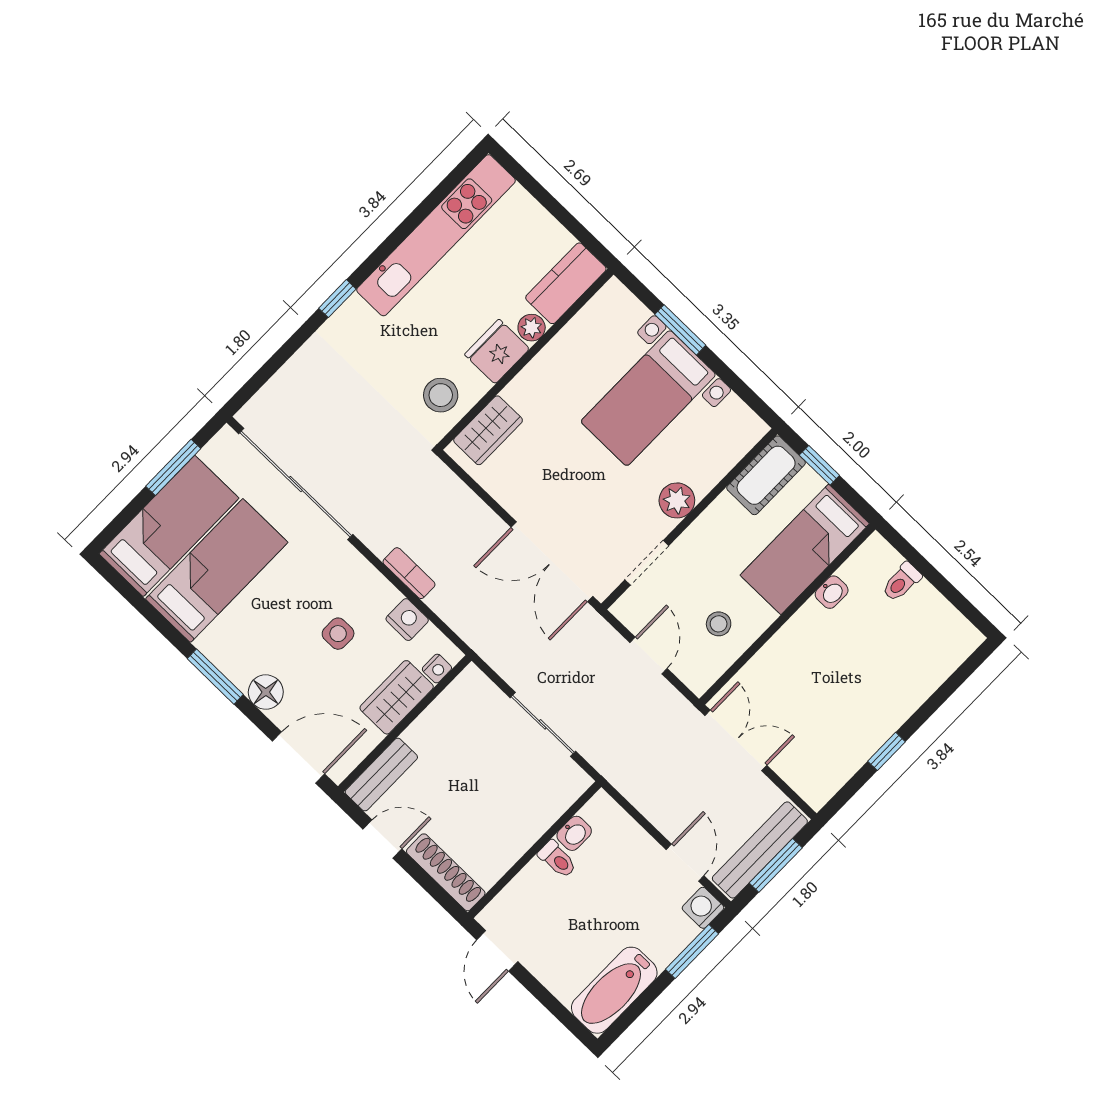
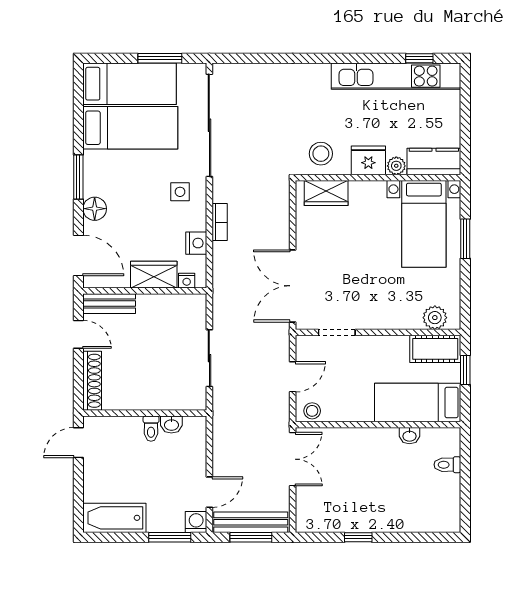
window: (337, 299) -> (419, 58), moved
bed with nightstands: (648, 398) -> (424, 224), moved, turned -90
plant: (677, 500) -> (435, 318), moved
stool: (719, 624) -> (312, 411), moved
side table: (338, 634) -> (180, 192), moved

